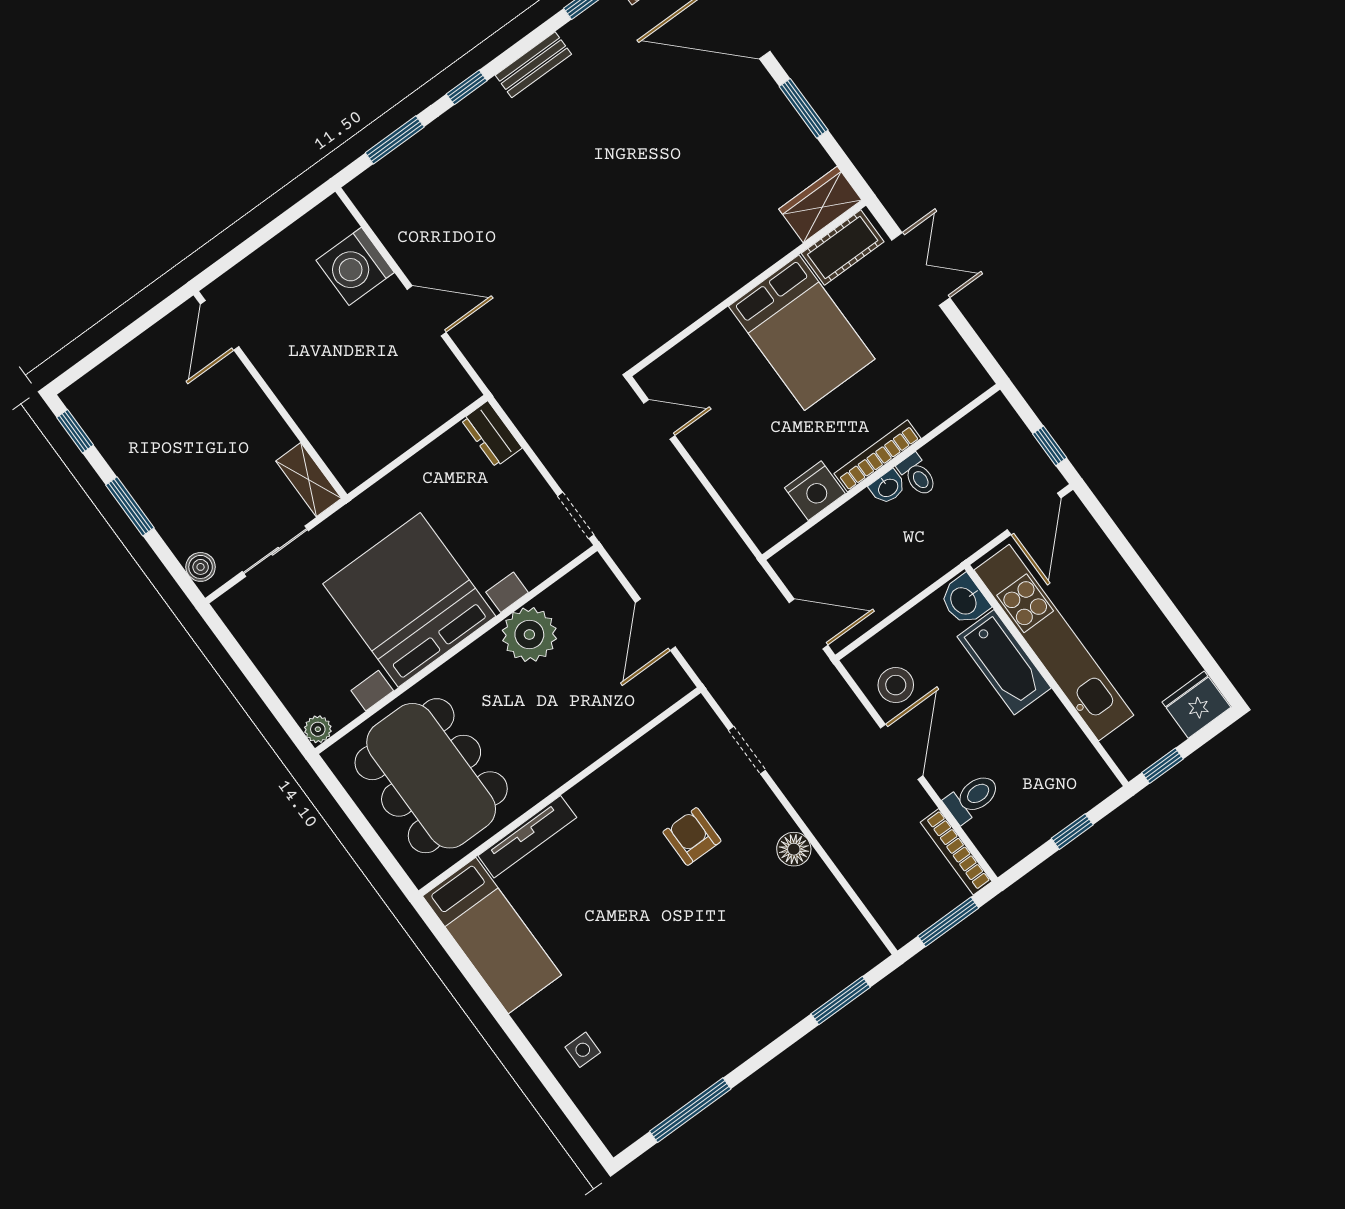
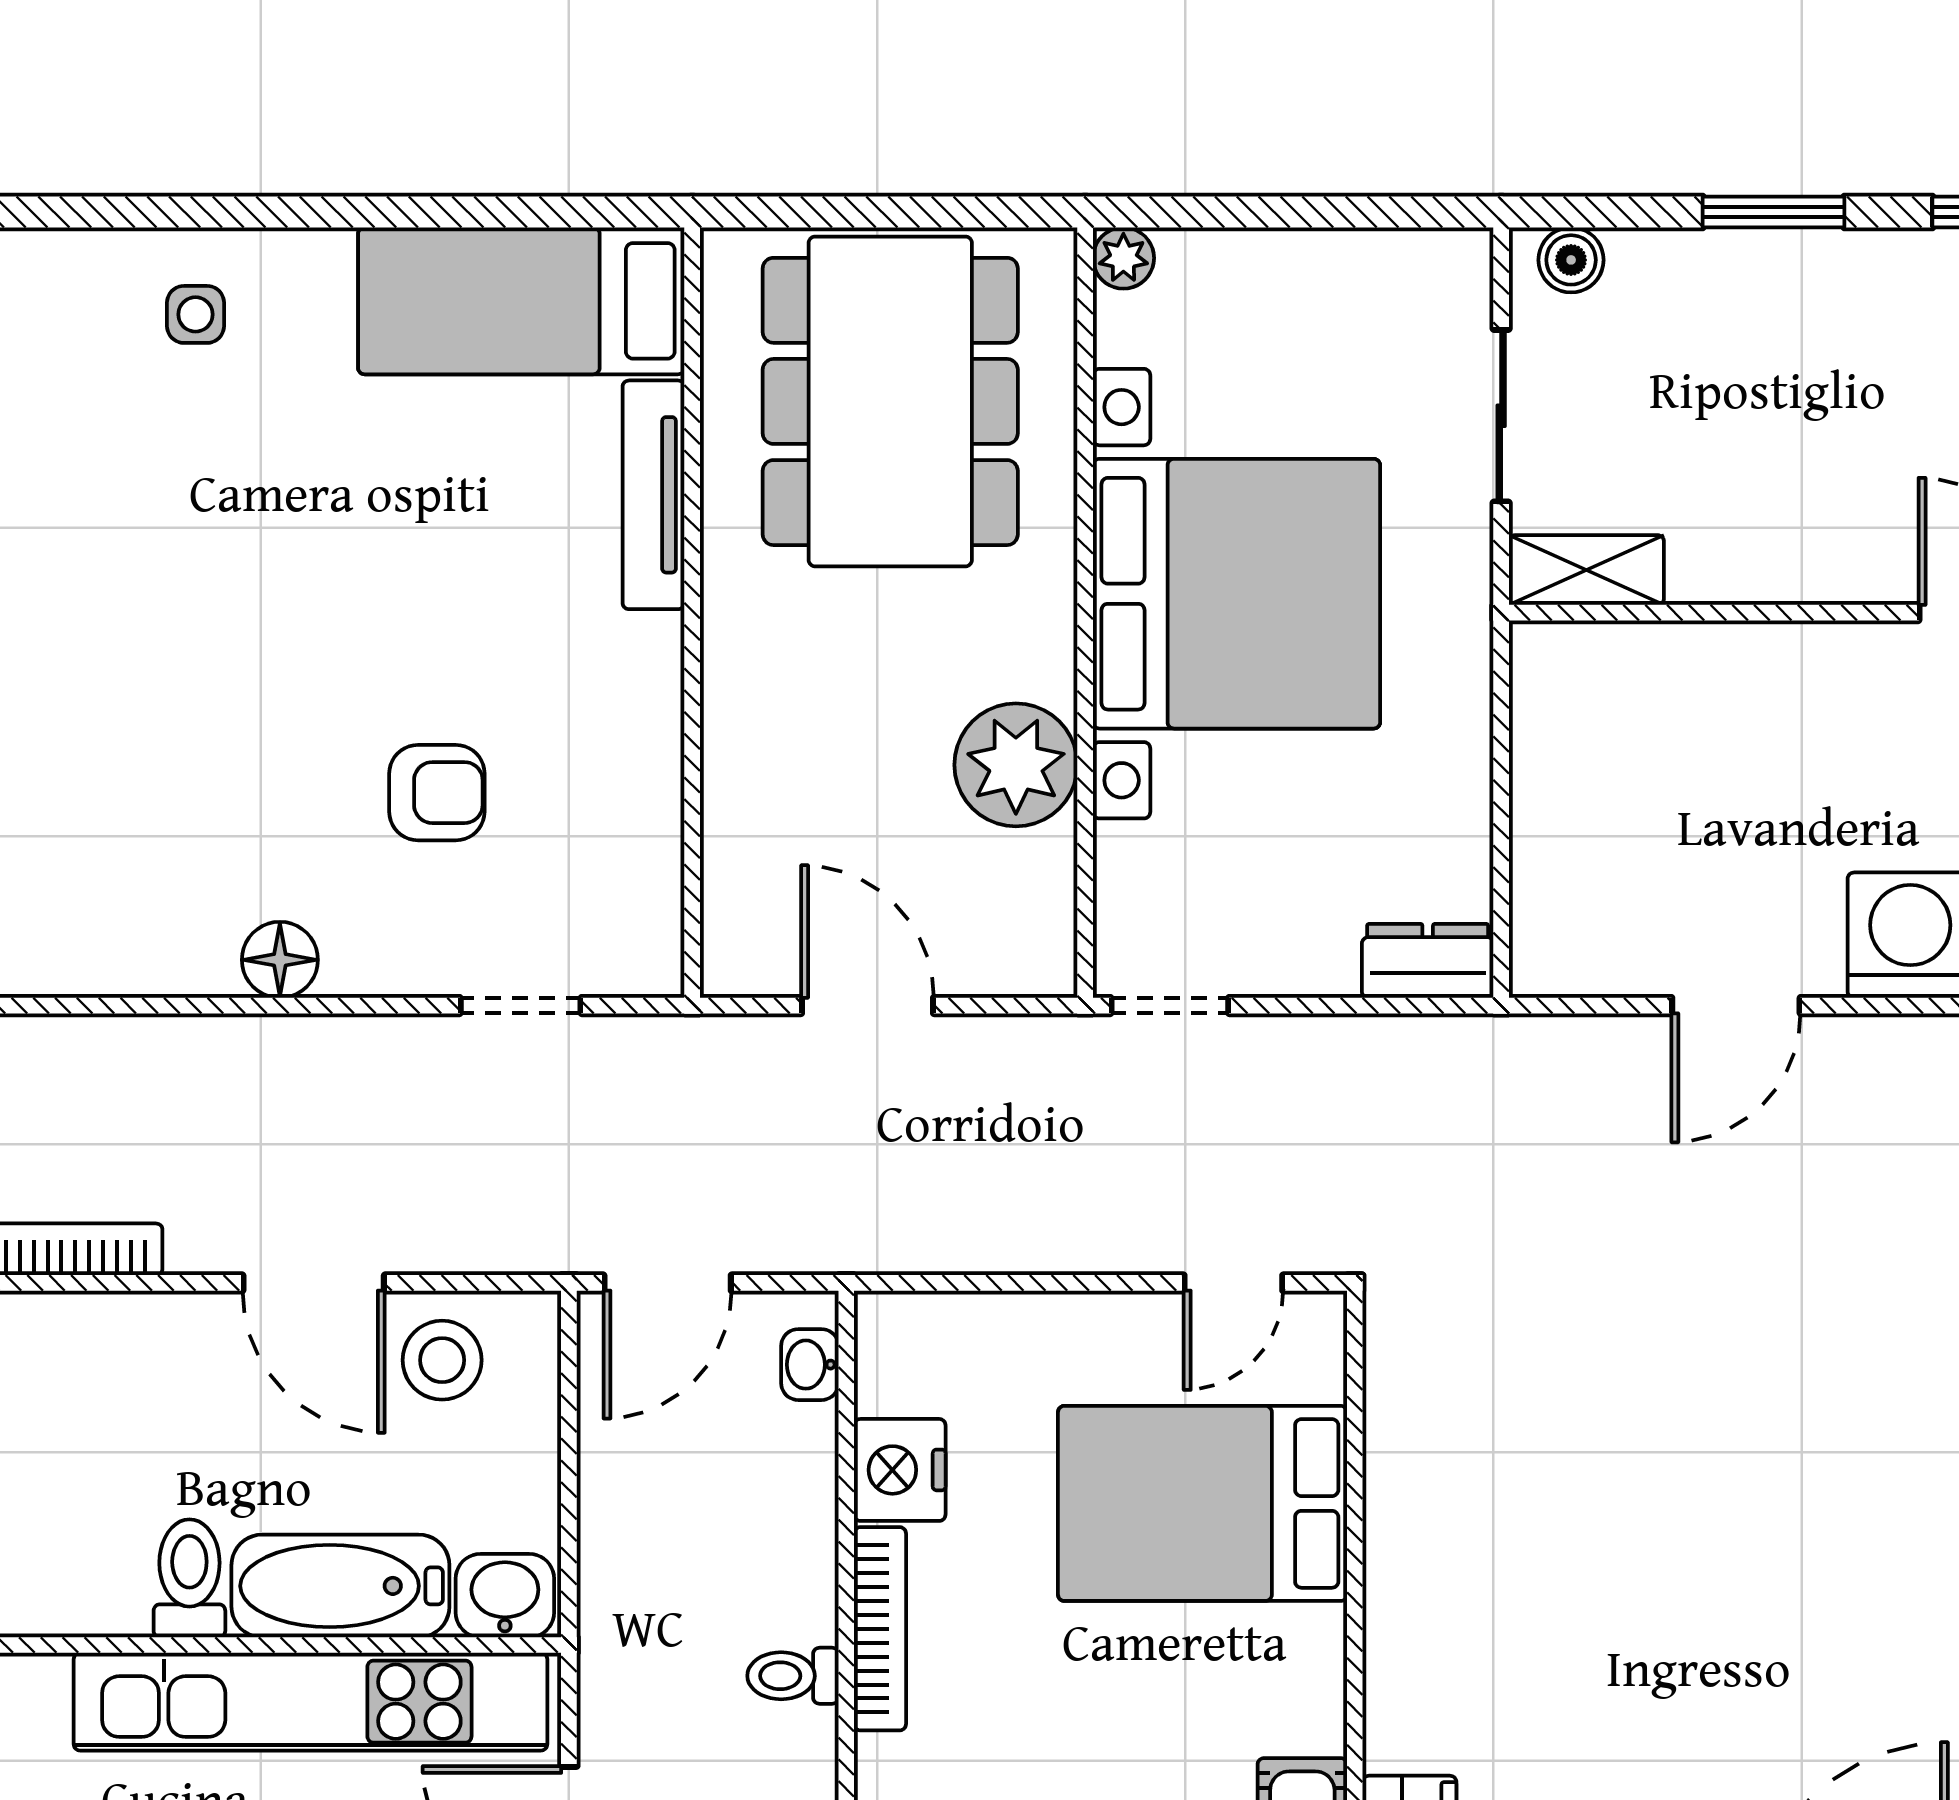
bed: (802, 333) -> (1203, 1503), moved
washbasin: (888, 487) -> (810, 1365), moved
dining table: (431, 776) -> (890, 401), turned 90
toilet: (972, 798) -> (189, 1578), moved, turned 180

